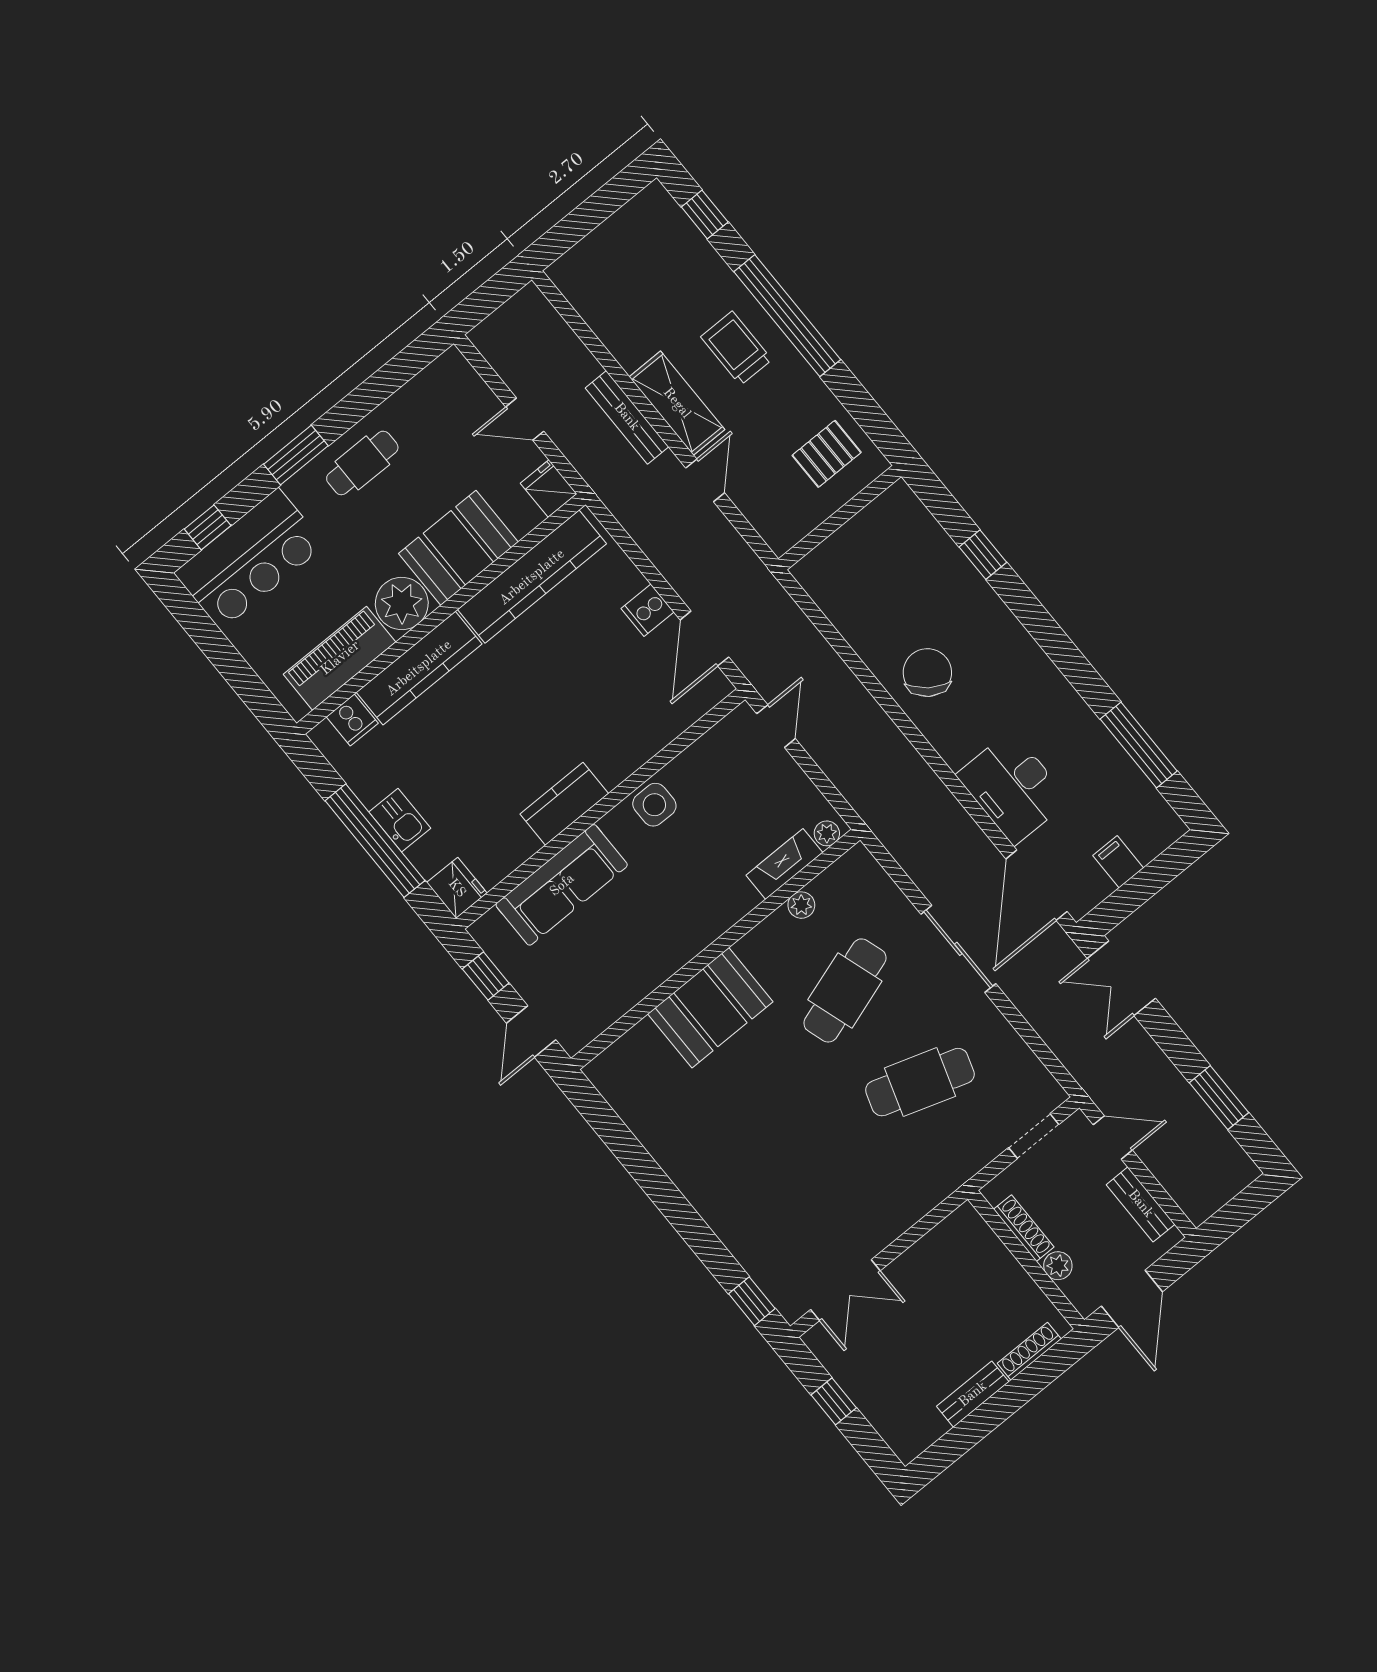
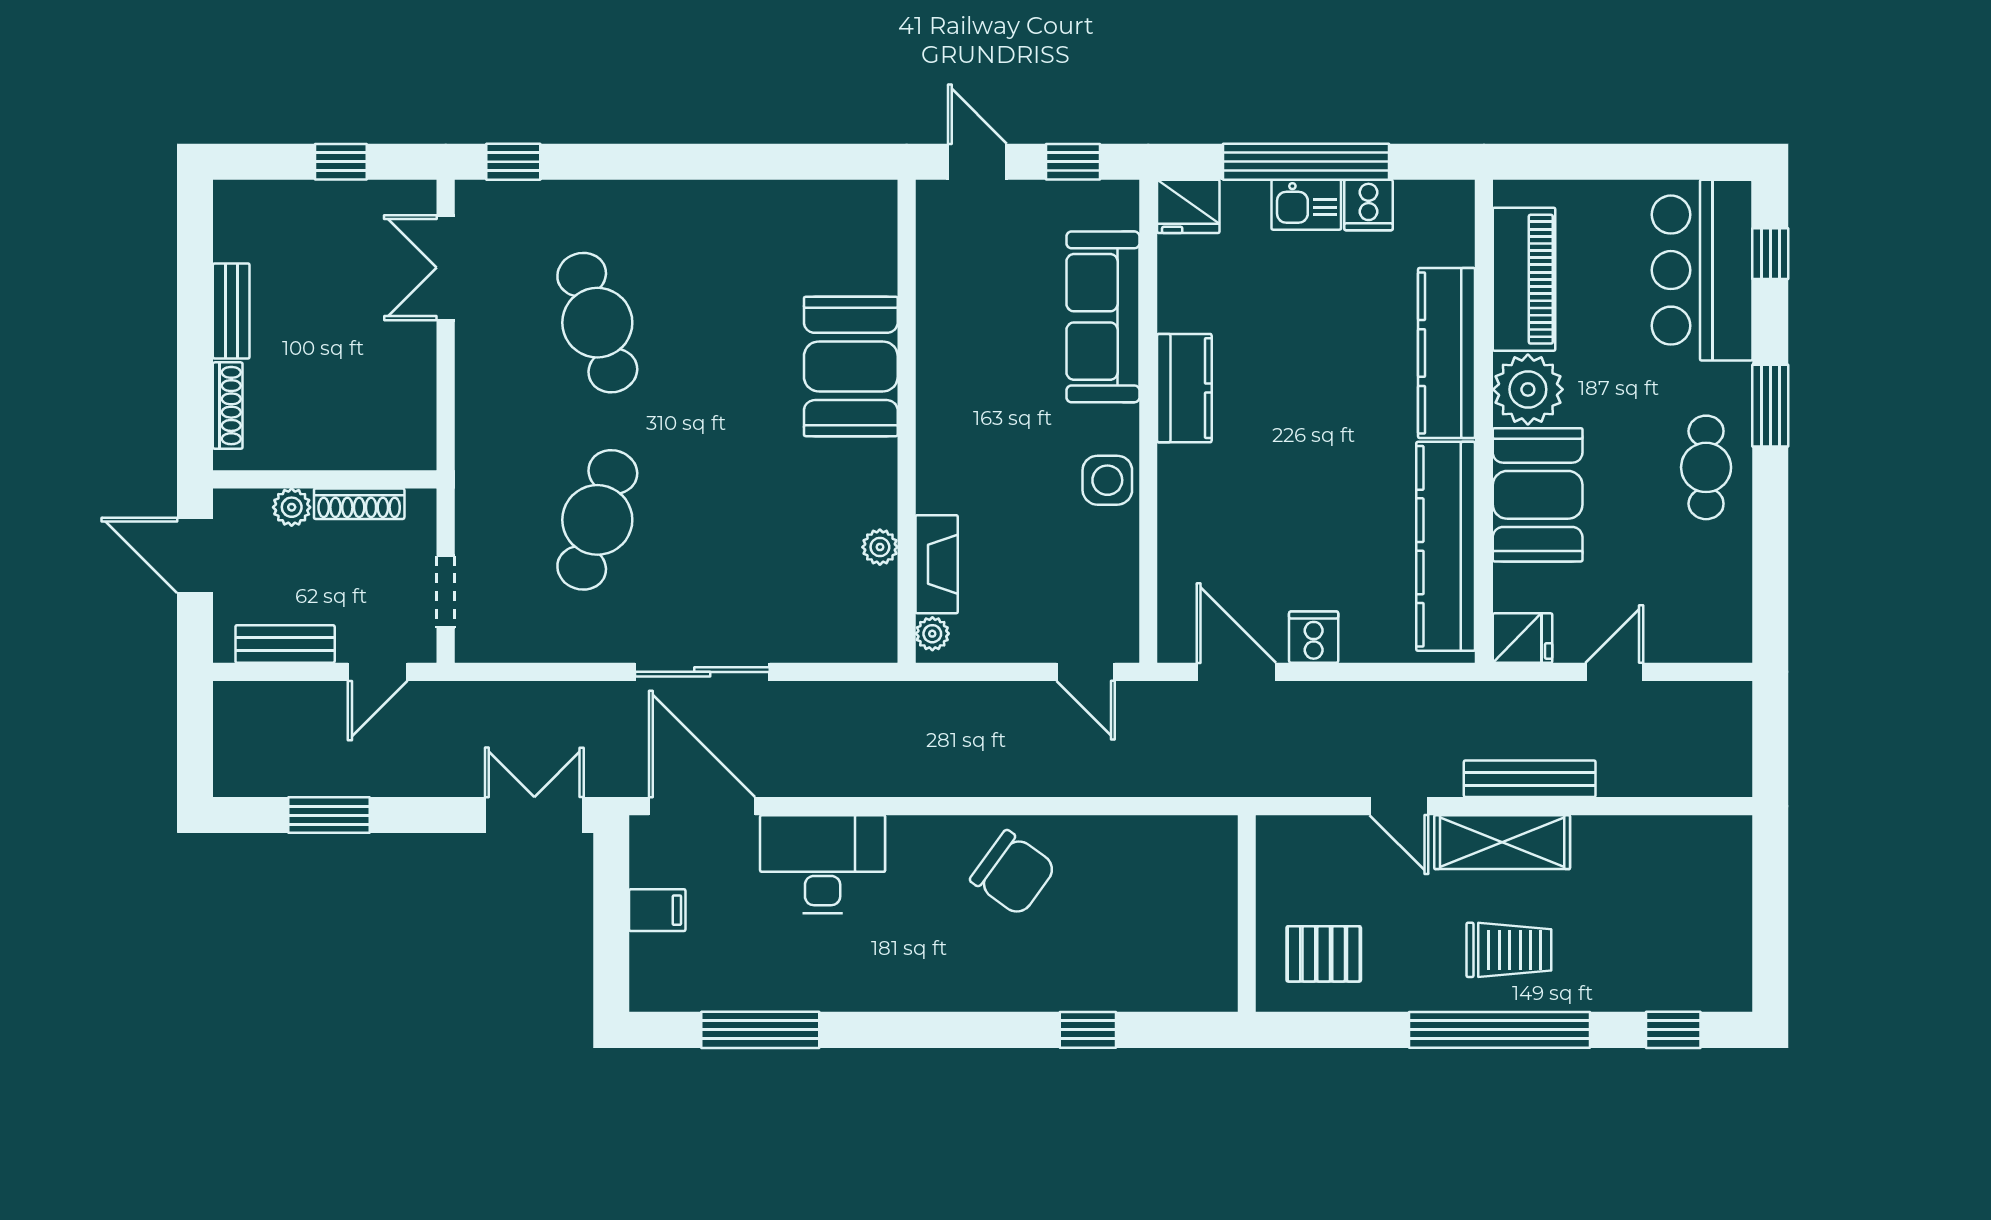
pallet: (827, 454) -> (1324, 954), turned 90
cooker: (352, 720) -> (1369, 205), moved, turned -90
cafe table: (845, 990) -> (597, 323), moved

